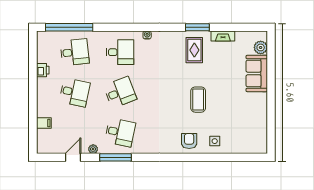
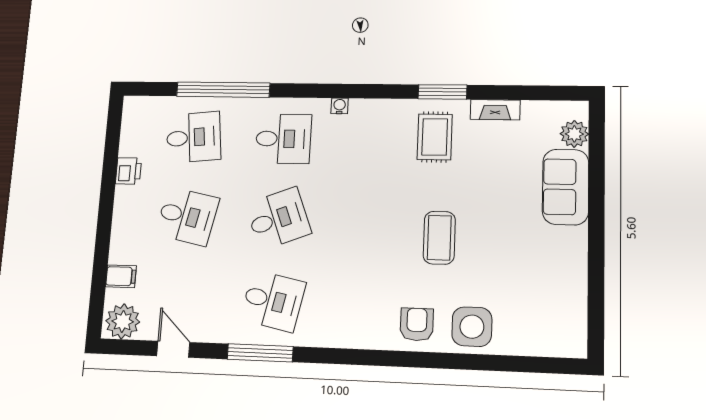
window: (69, 27) -> (223, 90), moved
side table: (215, 141) -> (472, 327), width x1.87, depth x1.87
plant: (93, 149) -> (123, 321), moved, width x1.87, depth x1.87
door: (73, 157) -> (173, 349), hinge flipped

